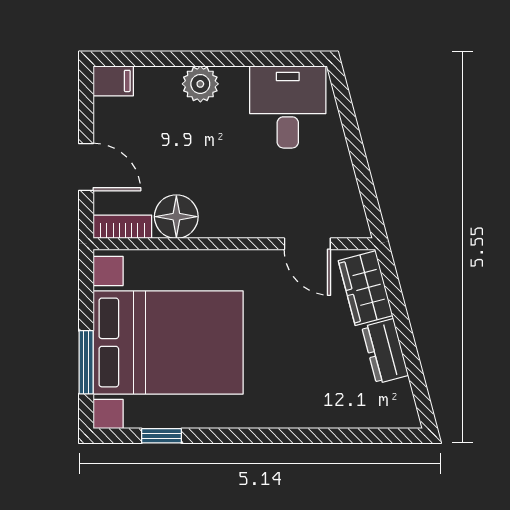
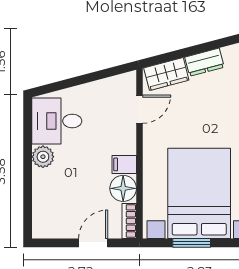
filing cabinet: (113, 81) -> (124, 164), moved, turned -90
plant: (200, 84) -> (43, 157), moved
window: (86, 362) -> (192, 243), moved

